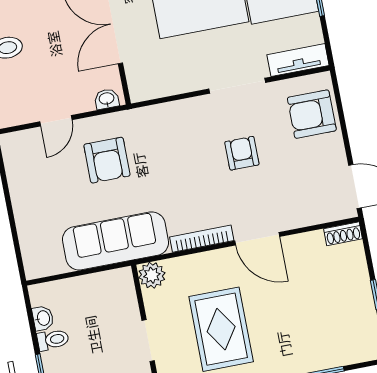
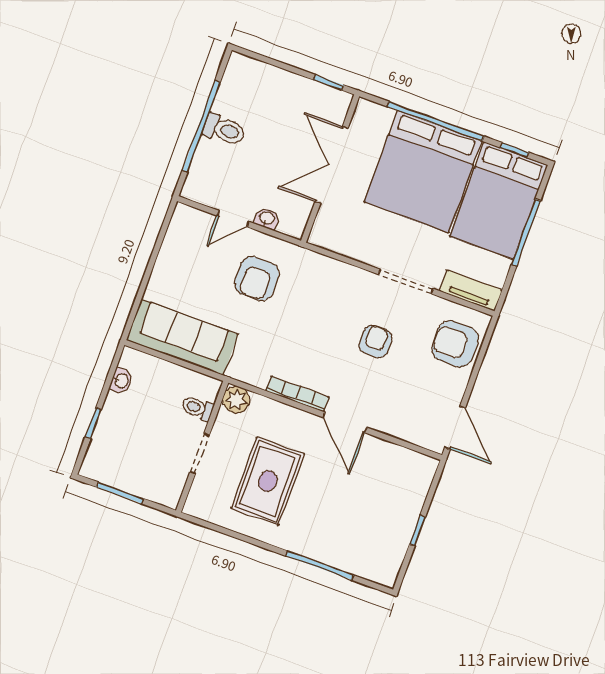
washbasin: (107, 99) -> (267, 219), moved
shoe rack: (343, 234) -> (421, 462), removed
sofa: (115, 241) -> (182, 337), moved
toilet: (53, 340) -> (198, 408), moved, turned 180

